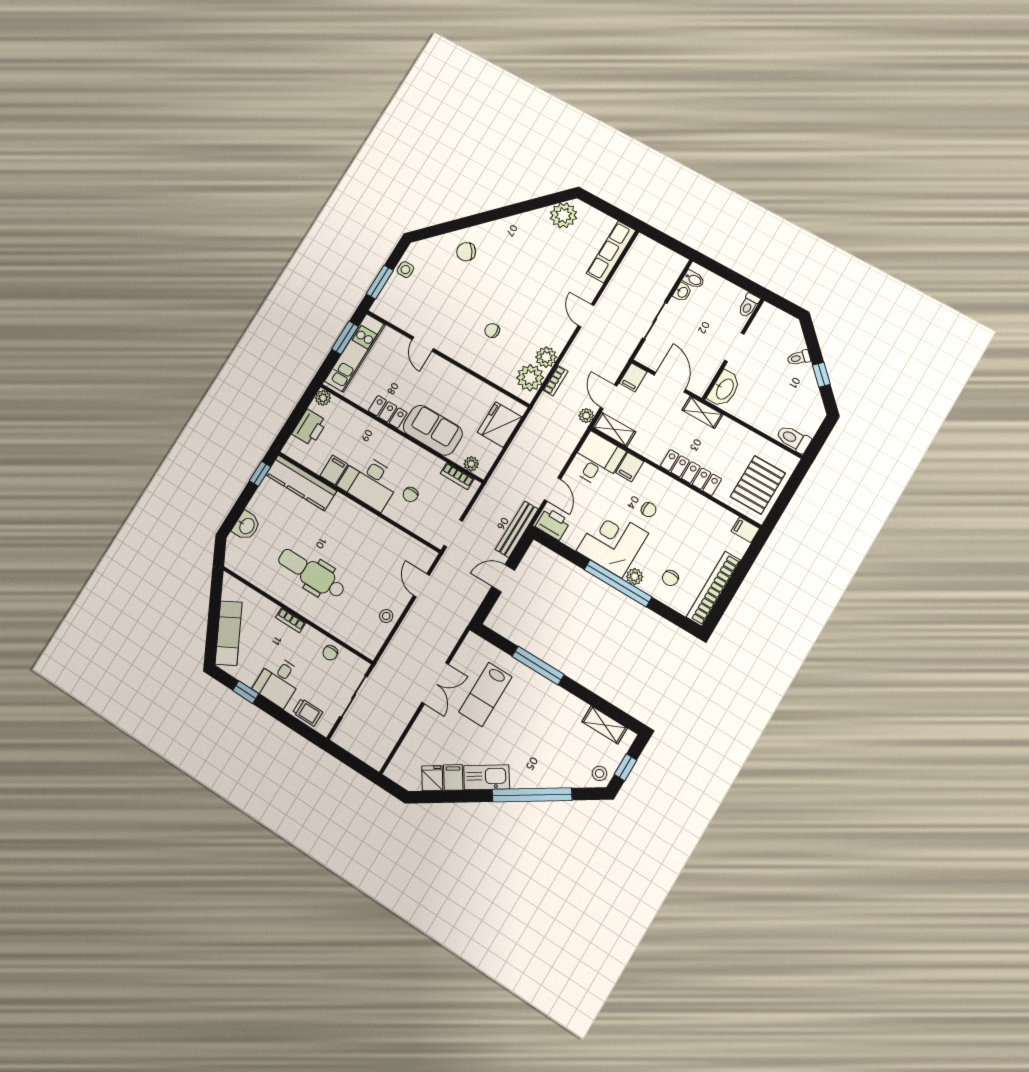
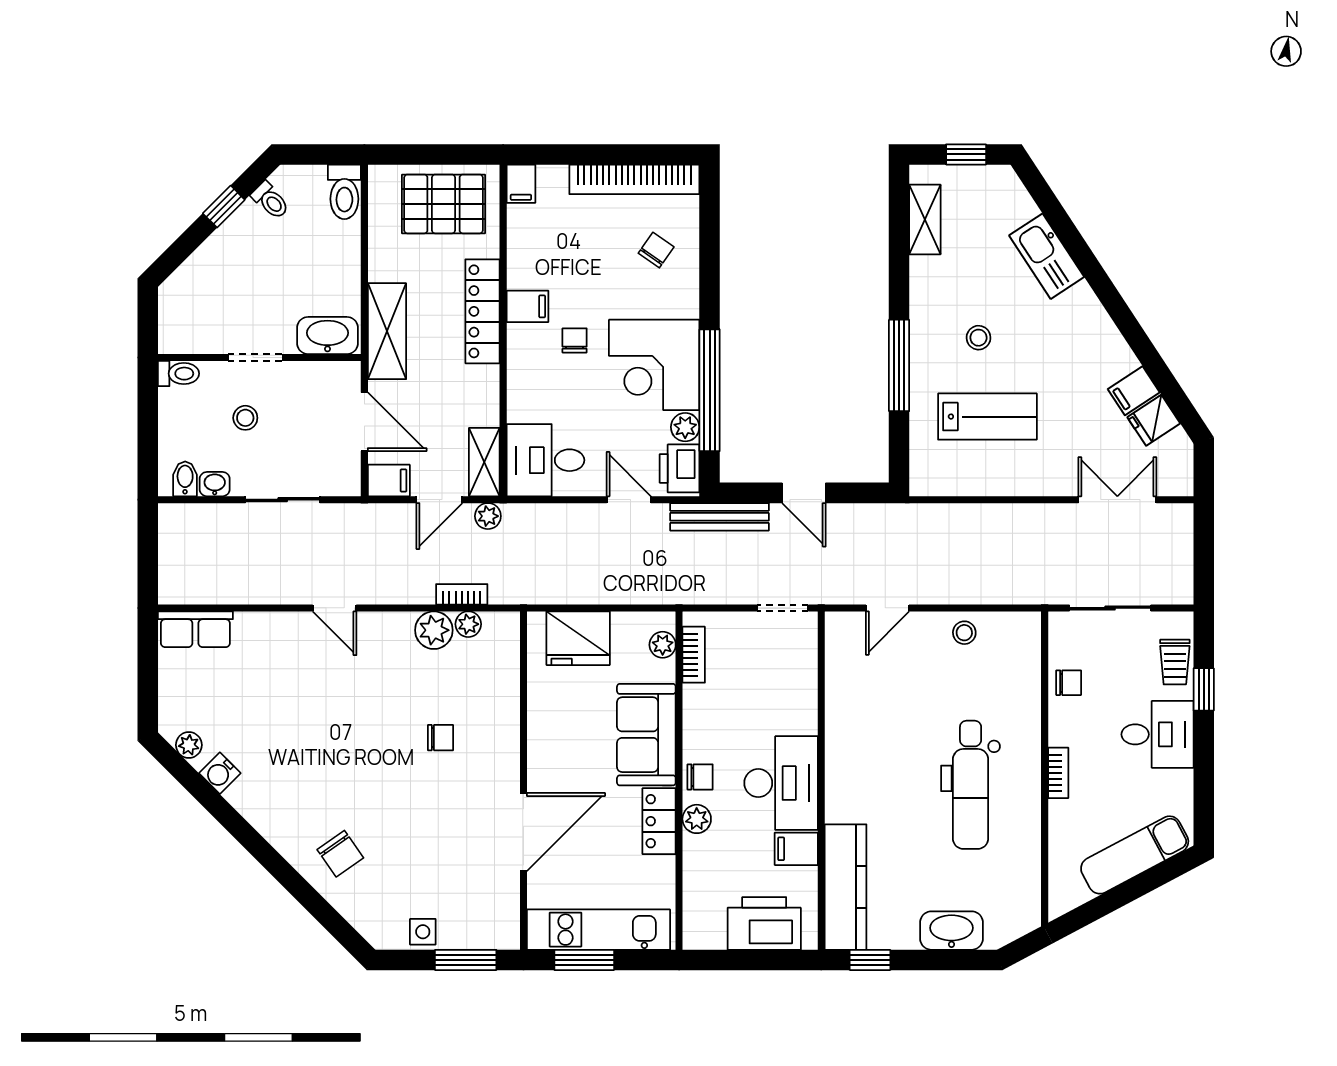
plant: (563, 215) -> (189, 745), width x0.53, depth x0.53
water cooler: (539, 217) -> (220, 773), added
row of seats: (611, 252) -> (195, 629), width x0.68
door: (586, 316) -> (335, 608), hinge flipped
stool: (707, 325) -> (245, 418), added
chair: (492, 331) -> (440, 738), turned -90
door: (423, 344) -> (523, 832), width x1.88
toilet: (799, 358) -> (270, 200), moved
plant: (530, 378) -> (468, 624), width x0.53, depth x0.53
door: (670, 382) -> (364, 422), swing flipped
plant: (323, 398) -> (697, 819), moved
shelving: (702, 412) -> (387, 331), width x1.50, depth x1.33
printer: (310, 427) -> (764, 923), width x1.37, depth x1.19
filing cabinet: (630, 467) -> (527, 306), moved
door: (552, 489) -> (629, 500), hinge flipped
chair: (410, 495) -> (700, 777), moved
washbasin: (246, 526) -> (952, 931), width x1.38
plant: (635, 577) -> (685, 427), moved
chair: (670, 578) -> (656, 250), turned -55
window: (618, 583) -> (710, 390), moved
double door: (435, 683) -> (1117, 500), moved
window: (246, 692) -> (1204, 689), moved
trolley: (308, 712) -> (1175, 662), turned 180
stool: (600, 773) -> (979, 338), moved
kitchen sink: (487, 777) -> (1047, 256), moved
window: (532, 795) -> (1087, 263), removed

